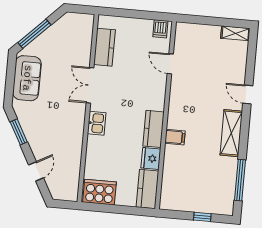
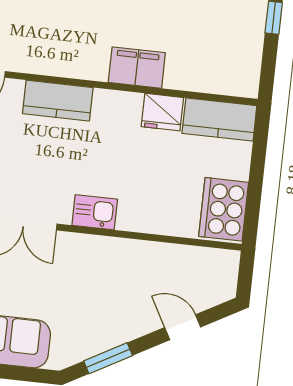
kitchen counter: (153, 129) -> (58, 101), moved
filing cabinet: (175, 137) -> (137, 68), width x2.00

